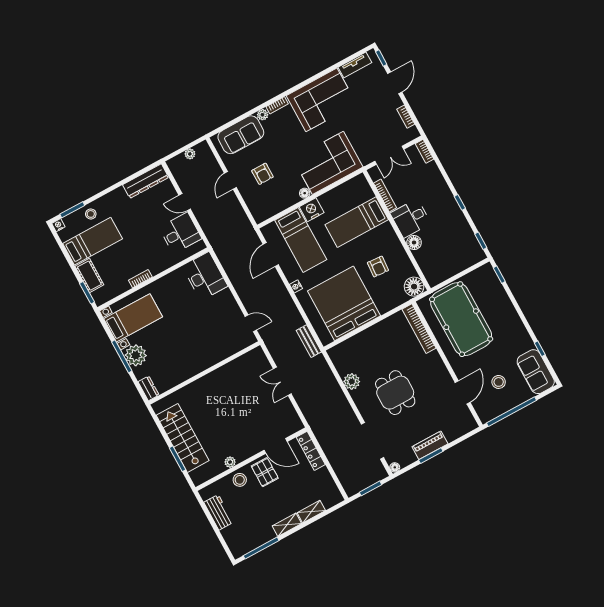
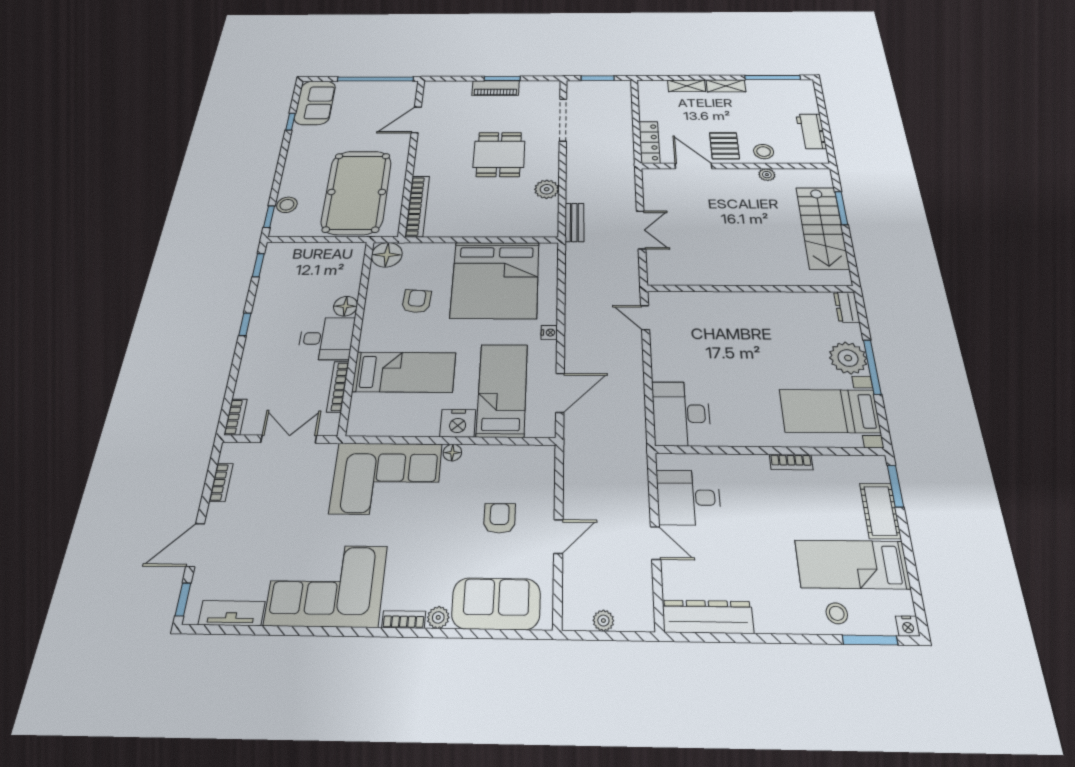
bench: (309, 341) -> (574, 222), moved
stool: (499, 382) -> (287, 205), moved
floor lamp: (395, 467) -> (554, 85), removed

